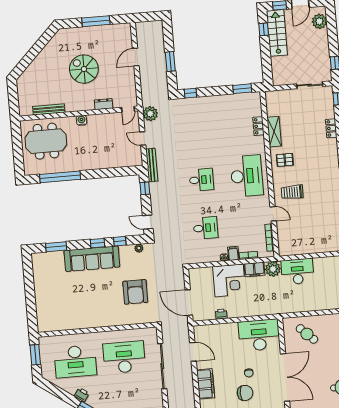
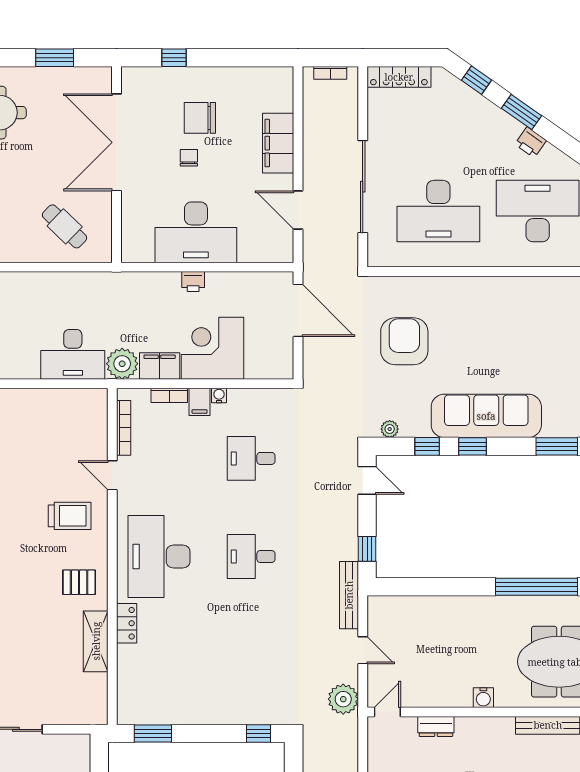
locker: (258, 126) -> (127, 623), moved
printer: (221, 314) -> (193, 282), moved
desk: (259, 335) -> (196, 232), moved

